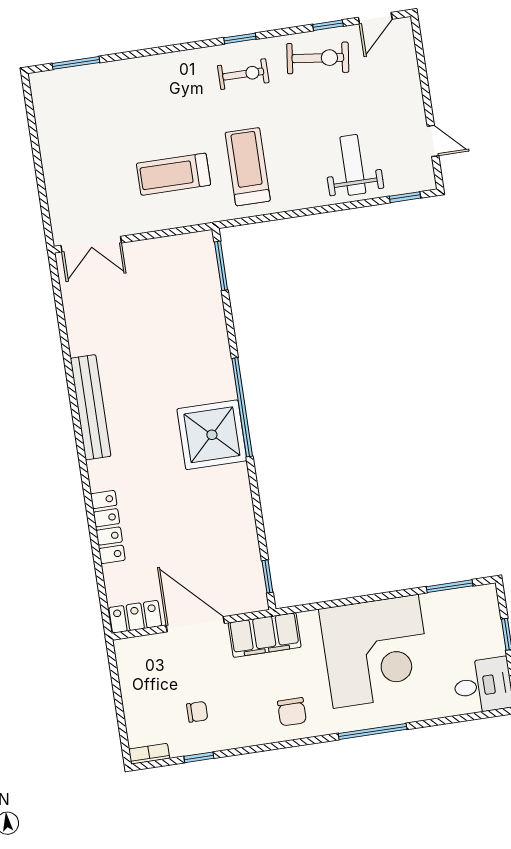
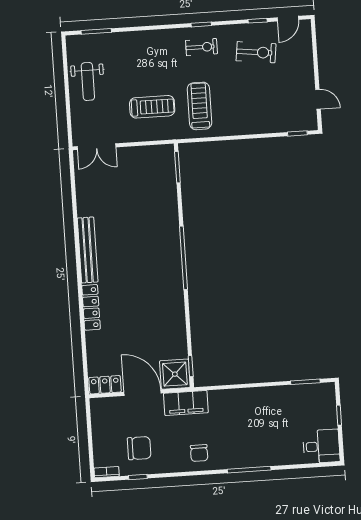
exercise bike: (318, 58) -> (256, 52), moved
weight bench: (353, 165) -> (88, 81), moved, turned 180
treadmill: (174, 174) -> (152, 107), turned 180
shower: (212, 435) -> (175, 374), moved, width x0.73, depth x0.73
locker: (108, 527) -> (91, 307), moved
corner desk: (376, 651) -> (255, 419), removed
chair: (197, 712) -> (139, 448), width x1.87, depth x1.87

